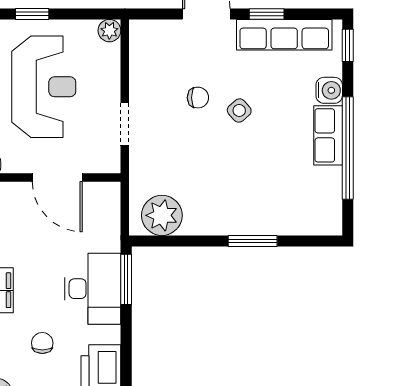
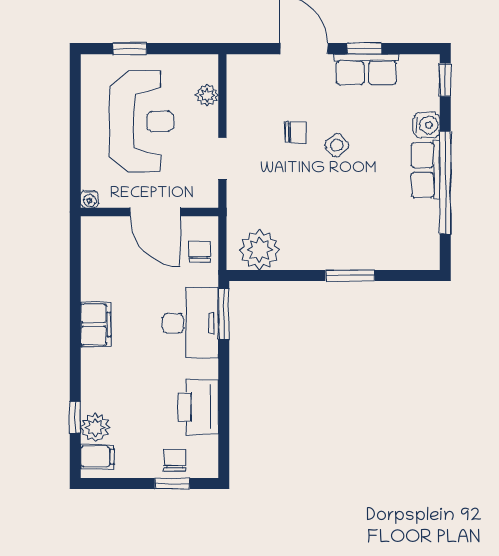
plant: (109, 31) -> (207, 95), moved
row of seats: (284, 35) -> (366, 69), width x0.68
chair: (42, 343) -> (200, 251), moved

